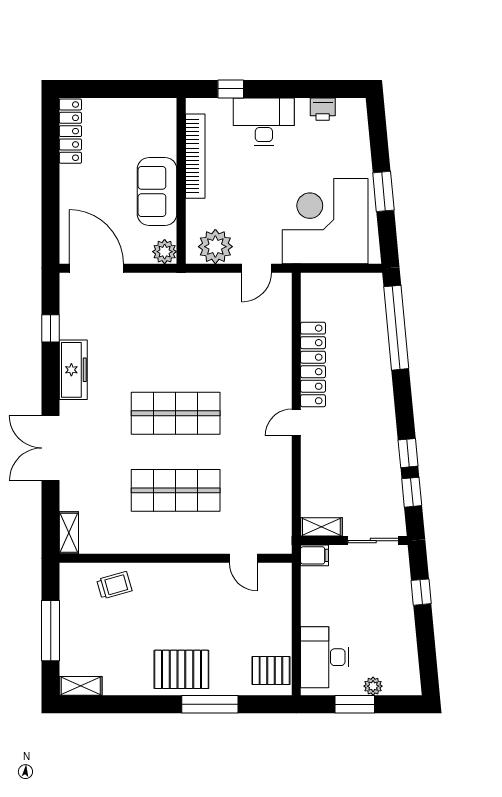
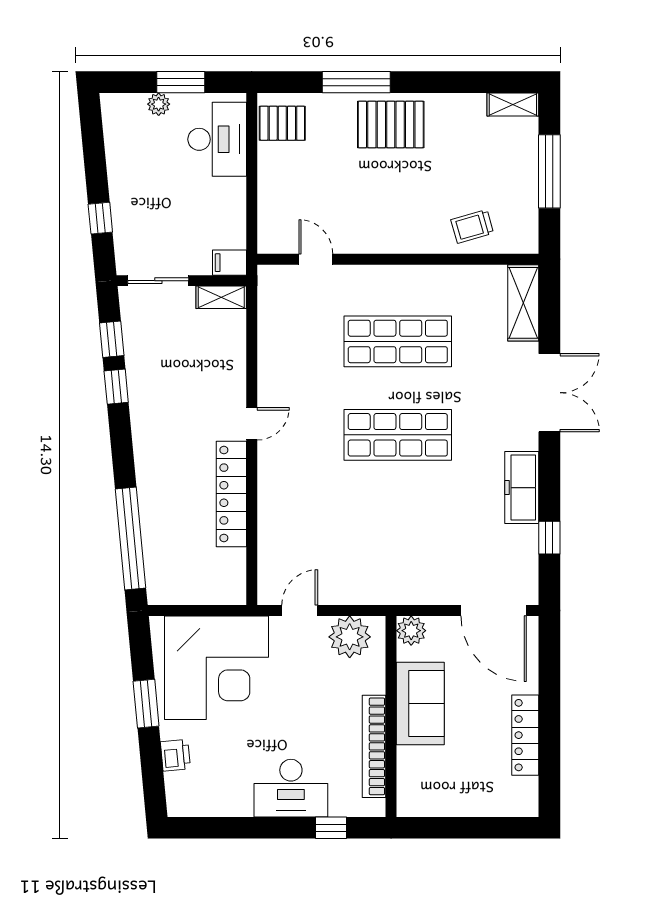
printer: (323, 109) -> (175, 755), moved, turned 85
locker: (70, 131) -> (525, 735), moved
shelving: (69, 533) -> (523, 303), width x1.50, depth x1.33

